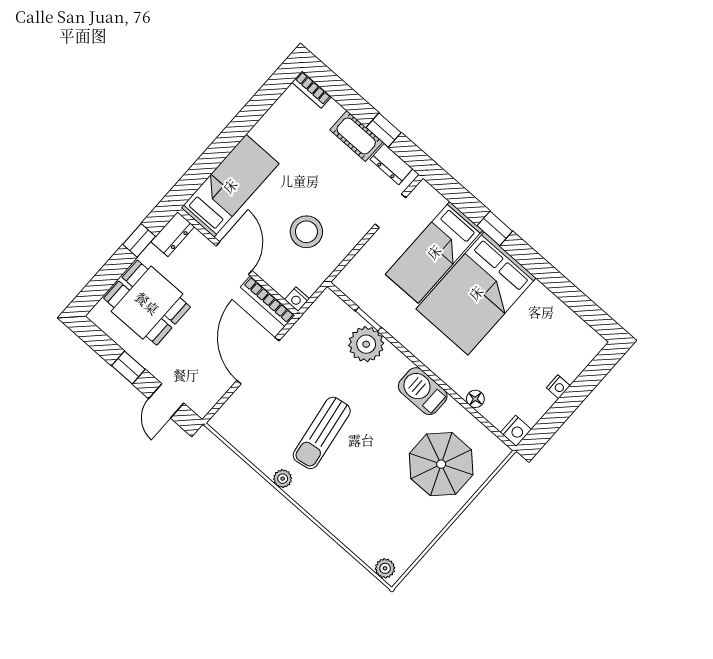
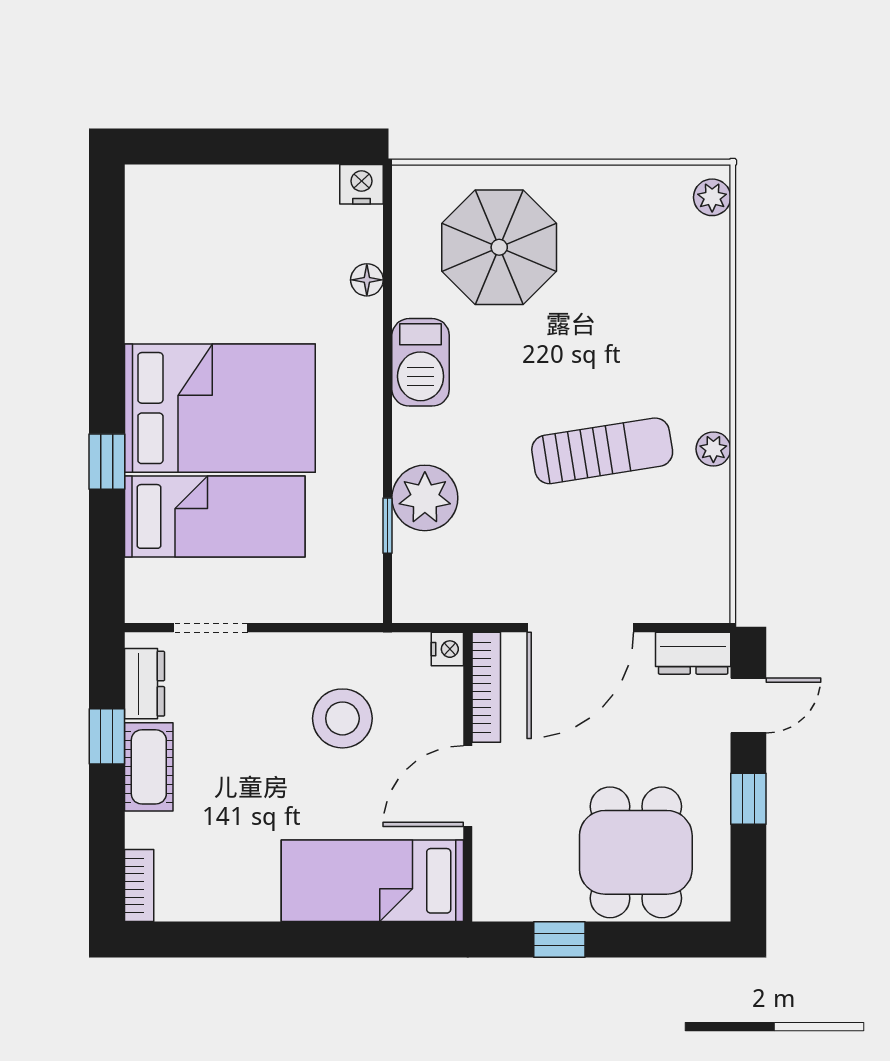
dresser: (173, 234) -> (693, 653), moved, turned 180
nightstand: (558, 387) -> (248, 180), removed

